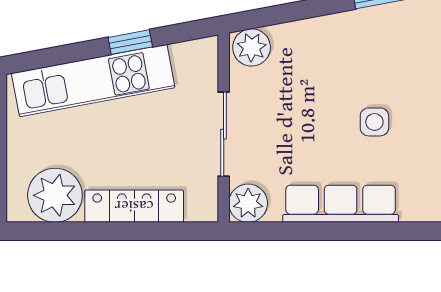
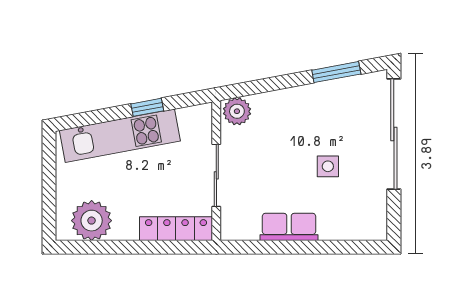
plant: (248, 203) -> (234, 226), removed
row of seats: (341, 204) -> (289, 227), width x0.68
locker: (134, 206) -> (176, 229), moved

